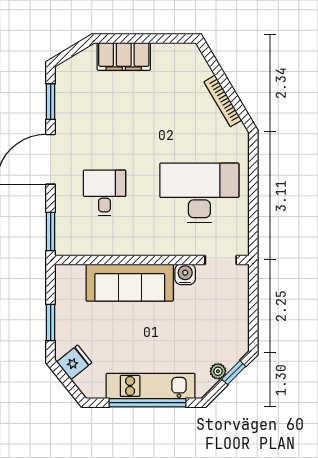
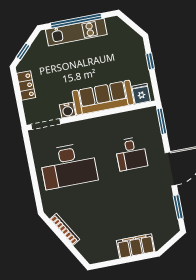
doorway: (221, 260) -> (46, 124), width x1.38
locker: (239, 322) -> (26, 85), added
window: (51, 323) -> (150, 61), width x0.67
fridge: (74, 362) -> (141, 94), moved, turned 129
plant: (218, 371) -> (34, 50), removed

